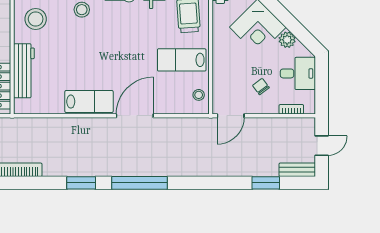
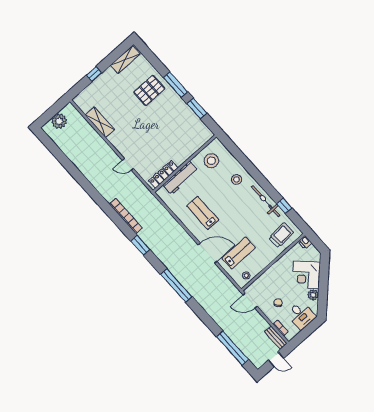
lab bench: (182, 60) -> (239, 253), moved, turned 90
lab bench: (89, 102) -> (203, 213), moved, turned 180
bench: (297, 170) -> (276, 338), moved
window: (81, 183) -> (140, 245), moved
window: (266, 183) -> (232, 348), width x2.11

